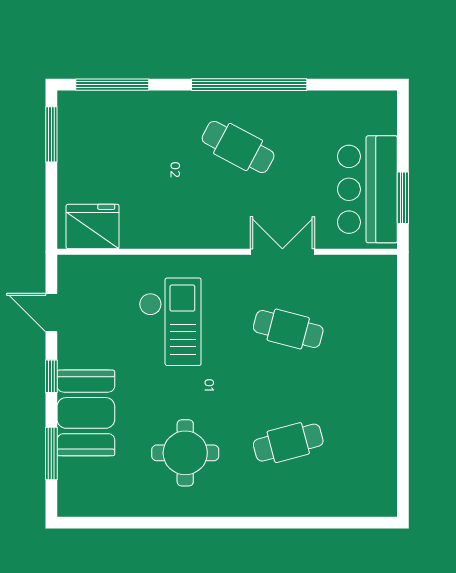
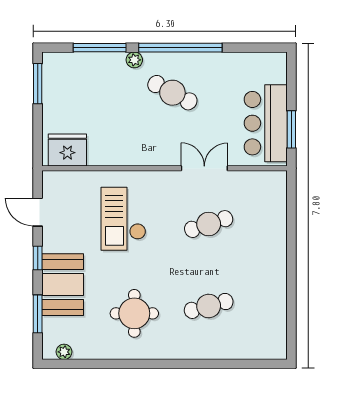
window: (112, 85) -> (100, 48), moved
plant: (185, 102) -> (134, 60), added
checkout: (170, 322) -> (123, 219), turned 180
cafe table: (288, 329) -> (209, 224), turned -33
plant: (88, 506) -> (64, 352), added

